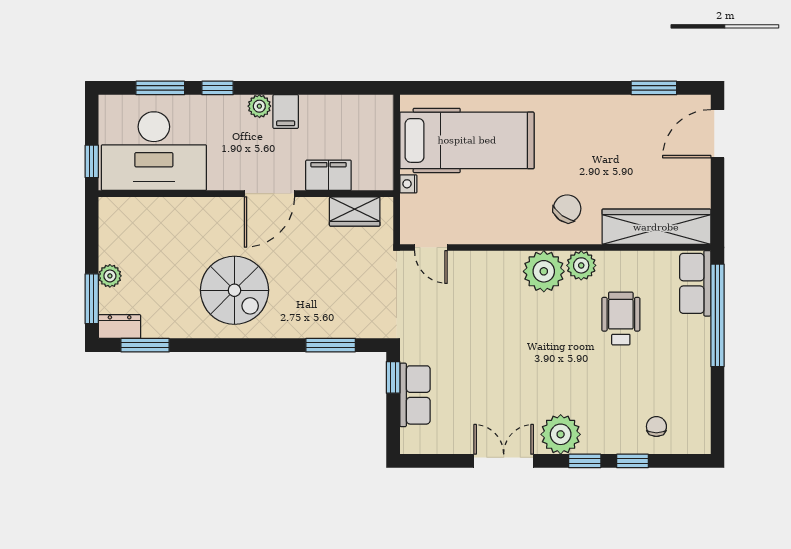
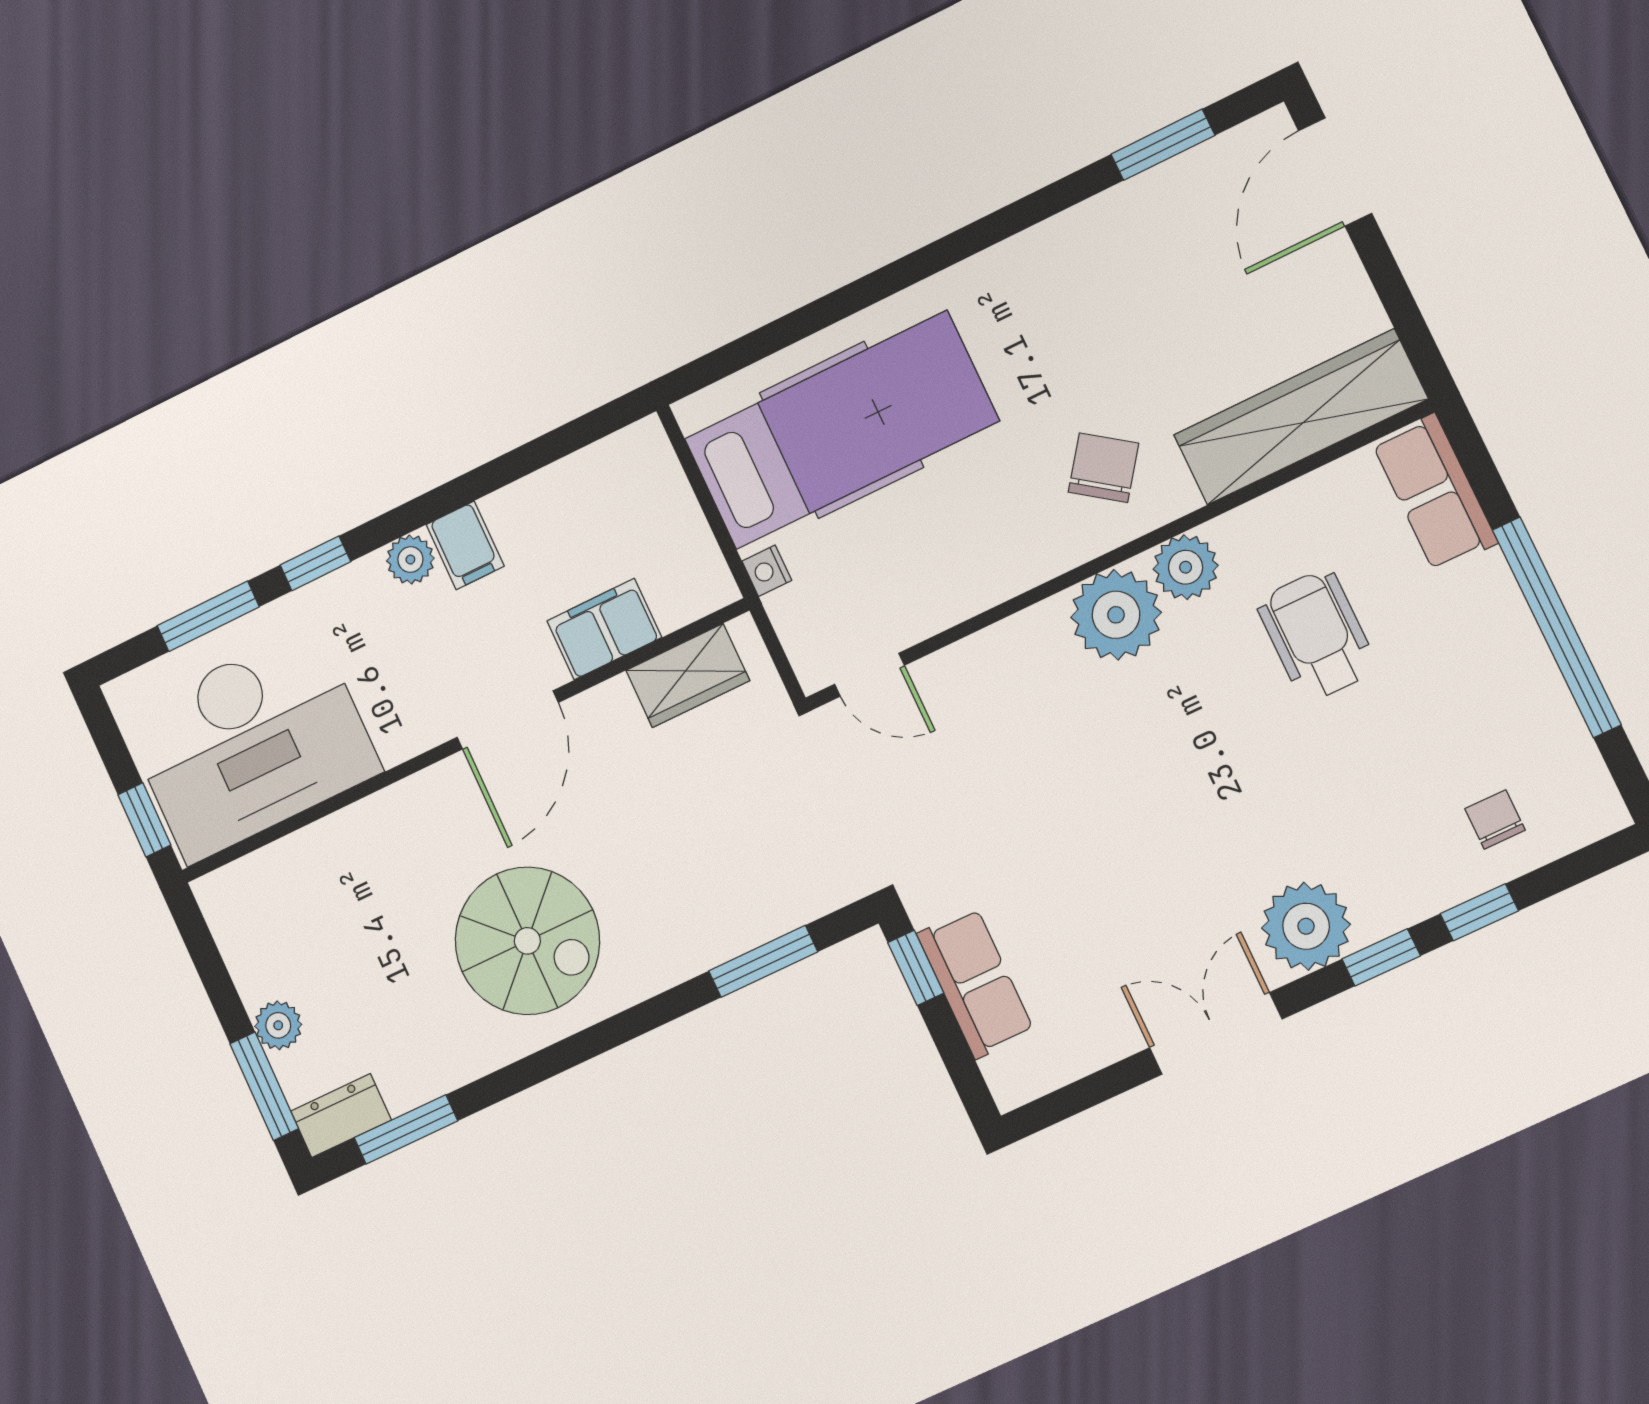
window: (718, 315) -> (1557, 627), moved

